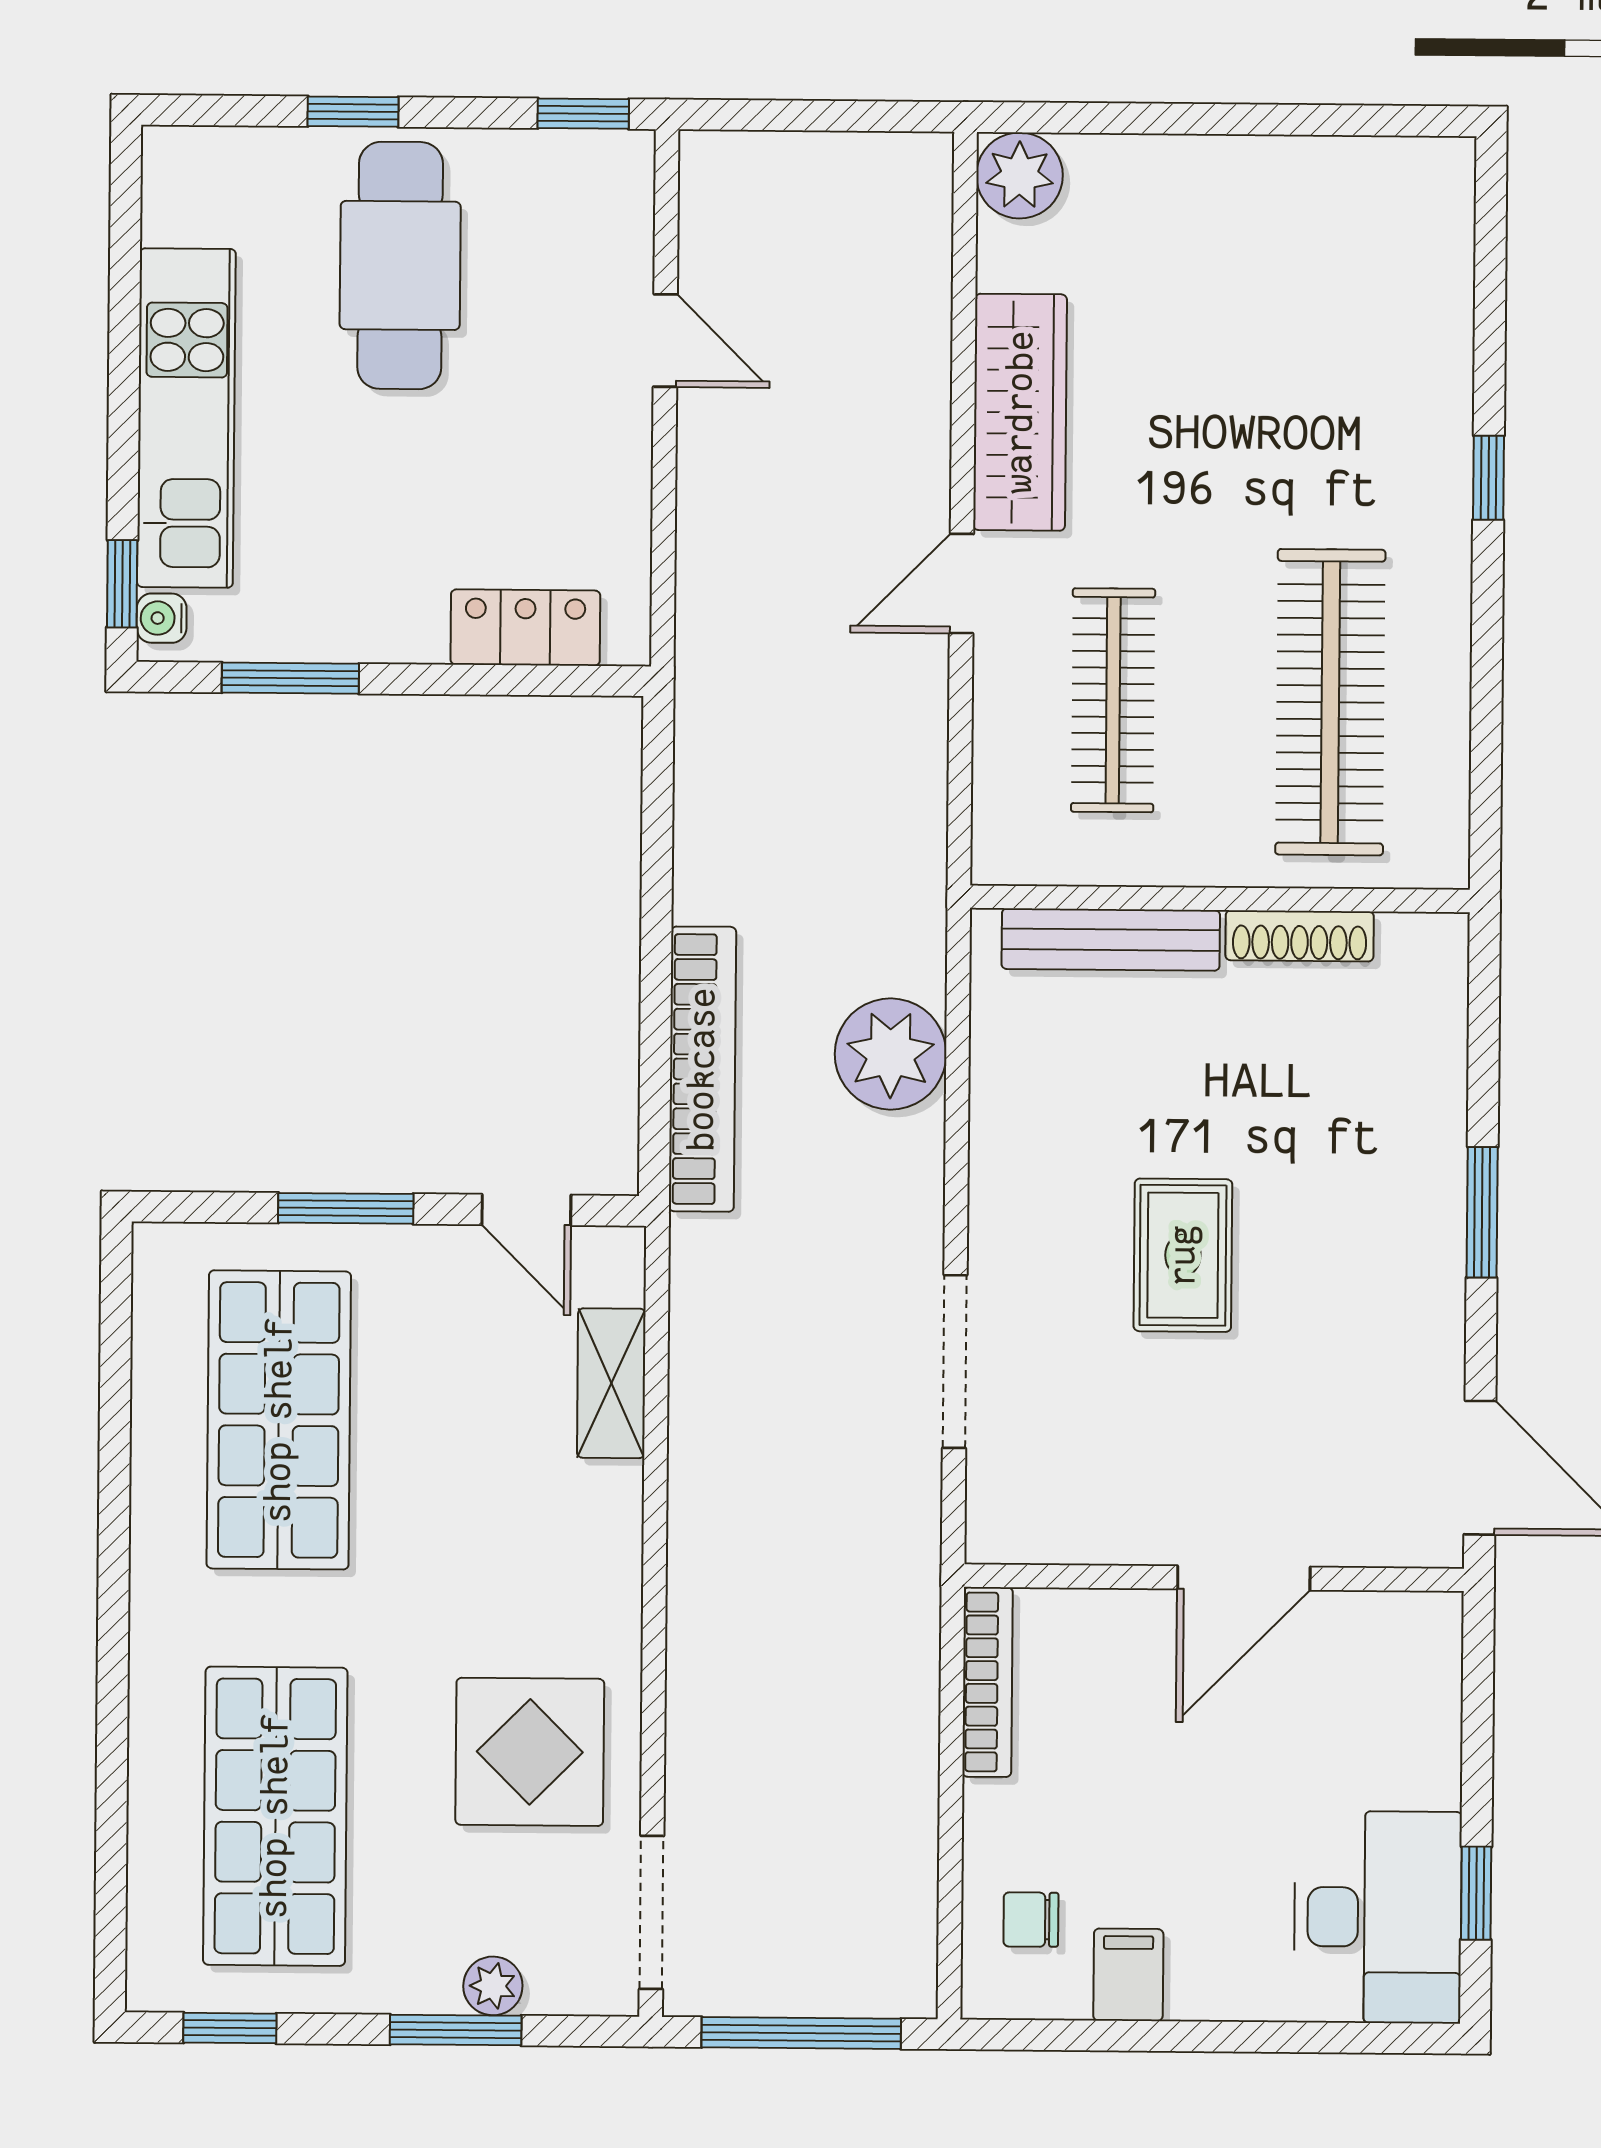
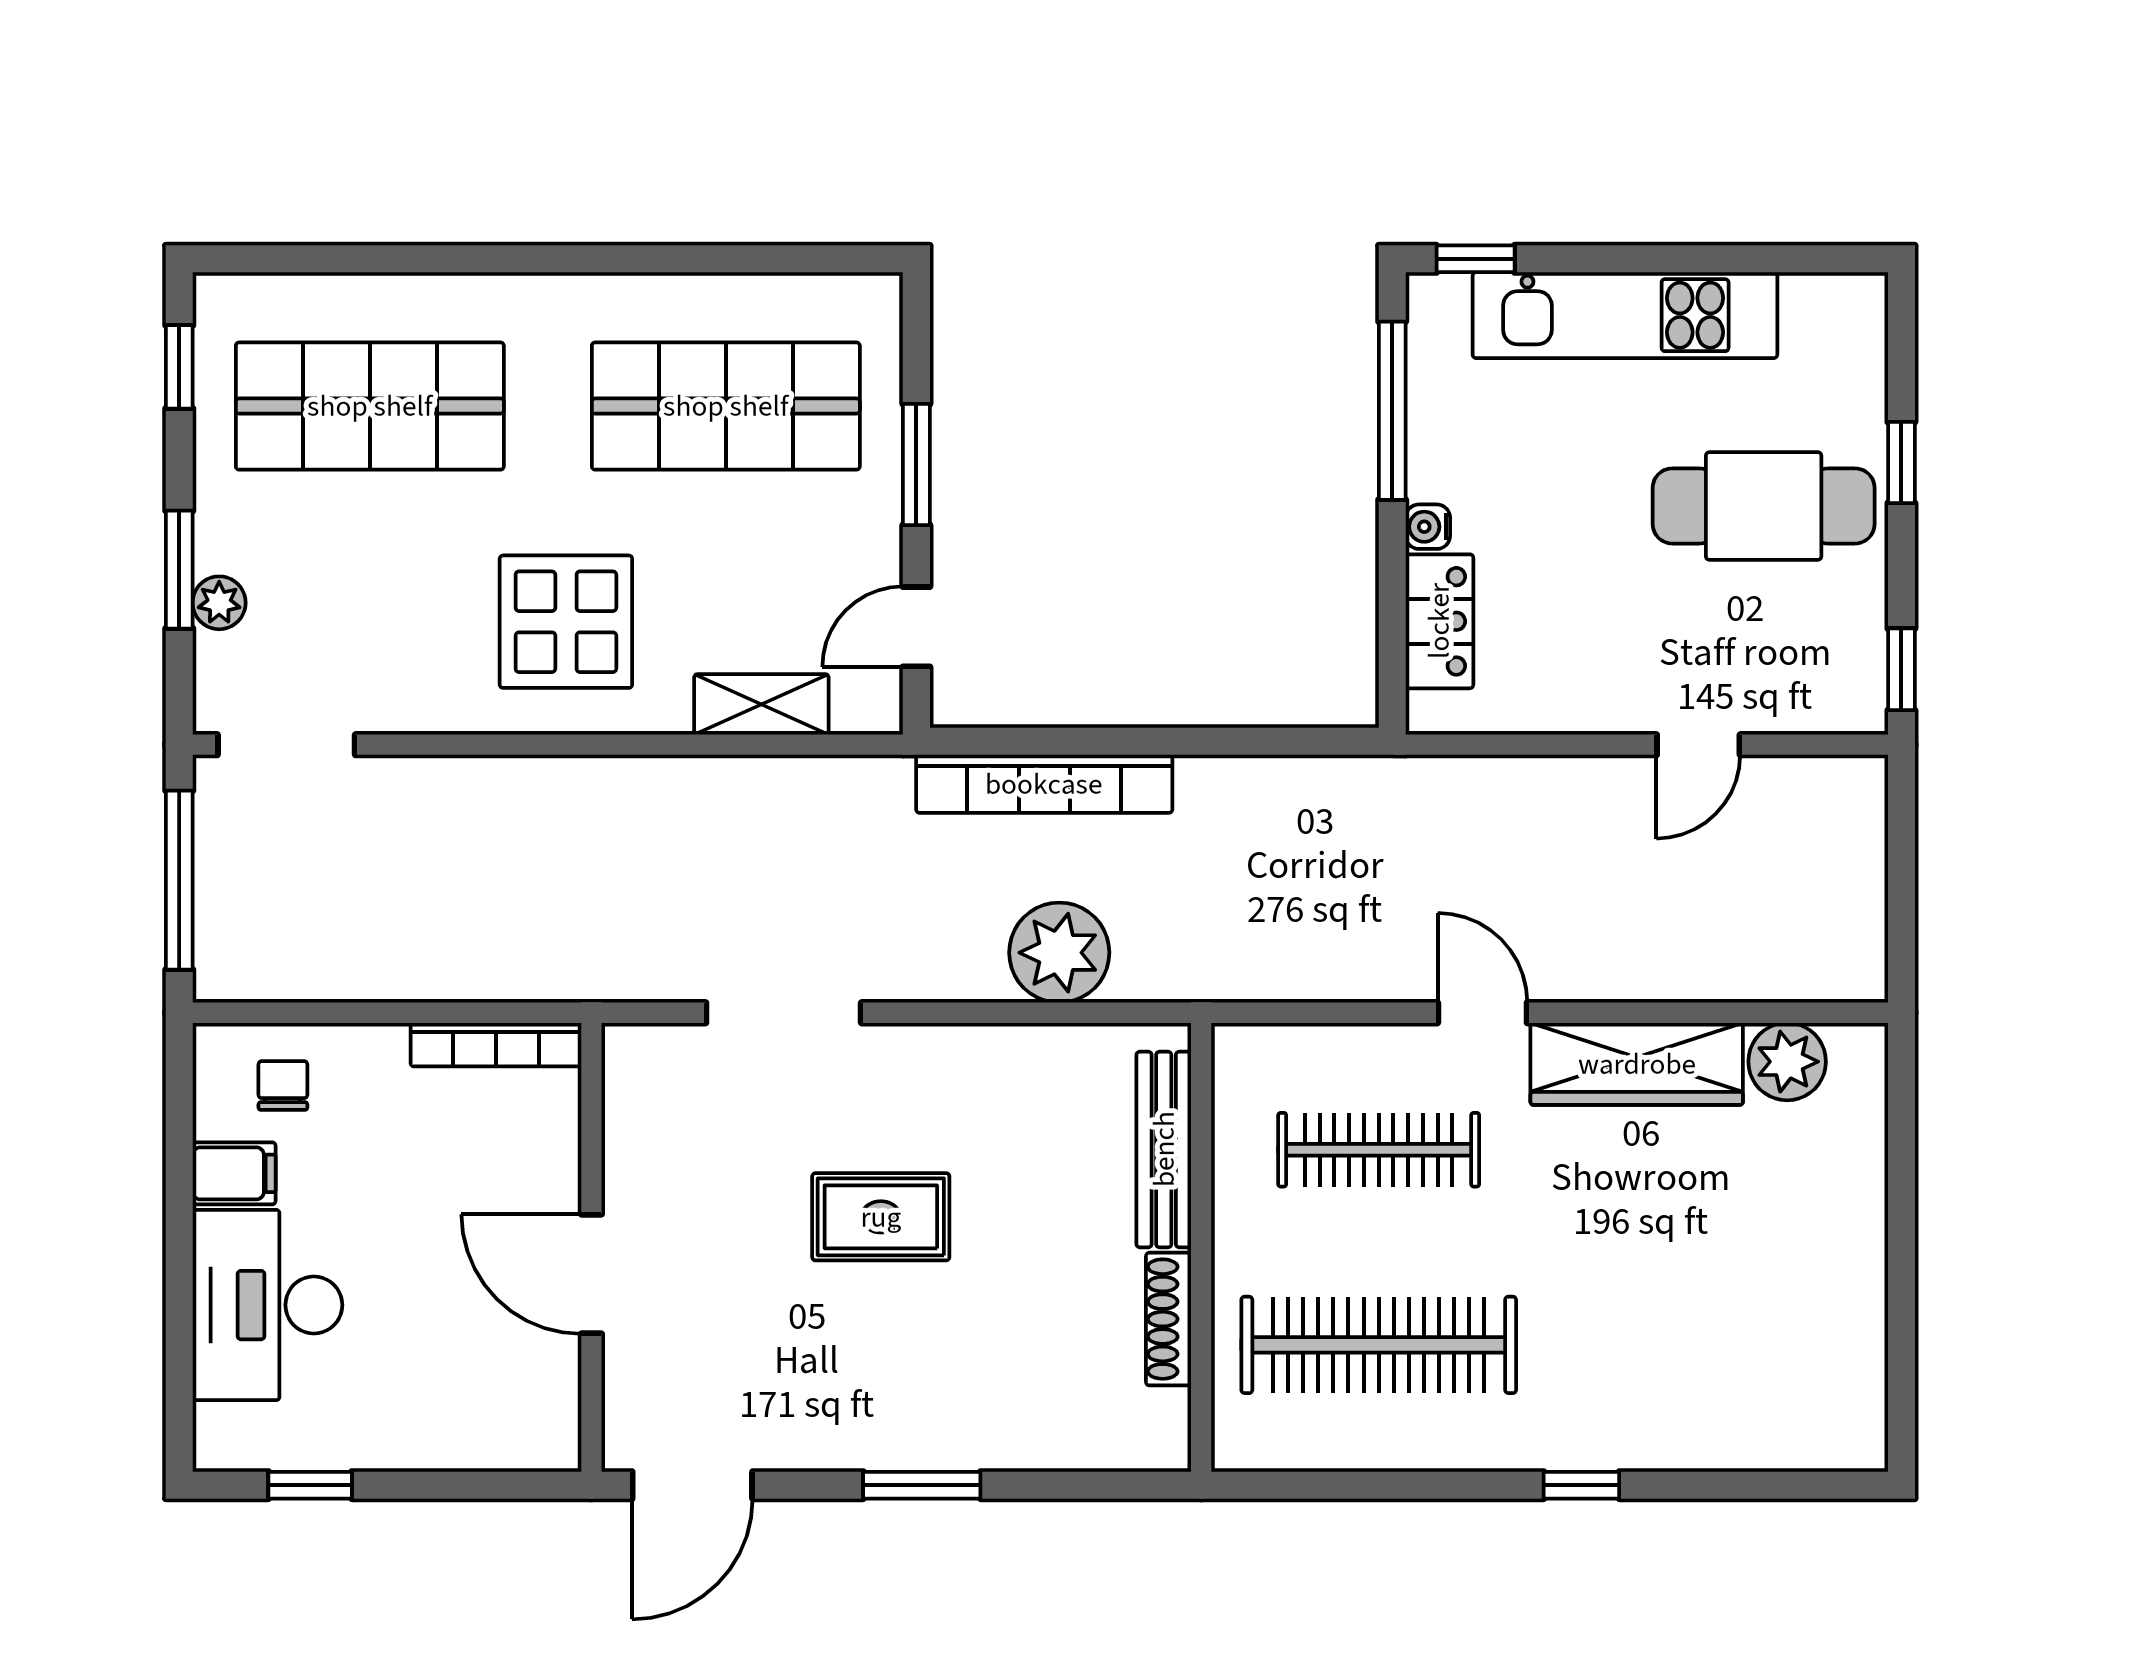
plant: (1020, 176) -> (1787, 1062), moved
water cooler: (162, 618) -> (1428, 527), moved, turned -90
window: (290, 678) -> (1392, 411), width x1.44
display table: (530, 1752) -> (566, 622), moved
desk: (1378, 1917) -> (267, 1305), moved, turned 90

